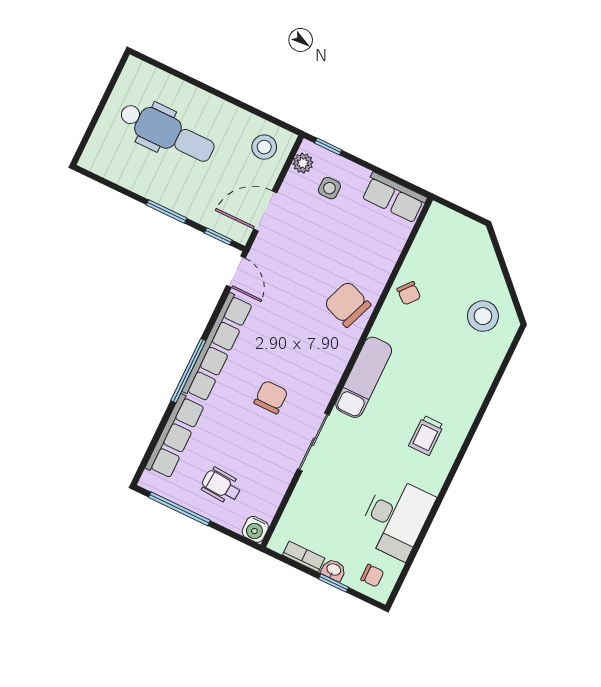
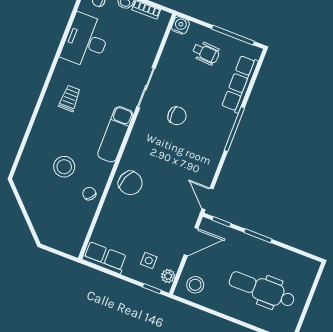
stool: (483, 316) -> (64, 167), moved
row of seats: (217, 347) -> (216, 147), removed
chair: (271, 397) -> (177, 116), turned -90

